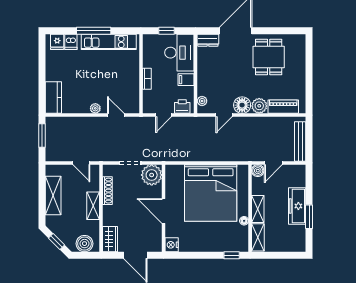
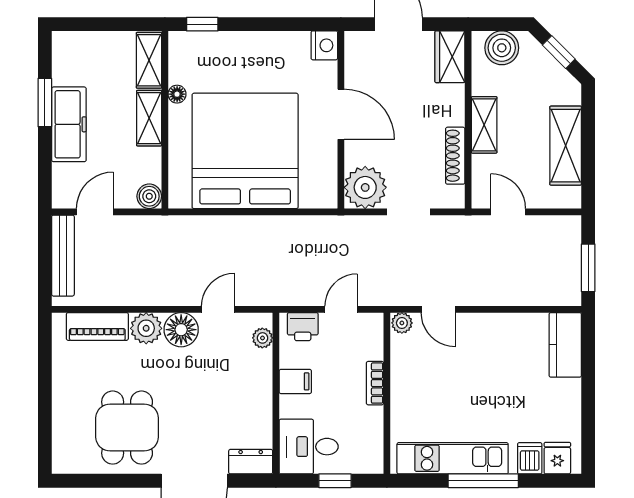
desk: (179, 53) -> (309, 447), width x0.73
plant: (95, 108) -> (402, 323), moved
door: (273, 163) -> (95, 212), moved

